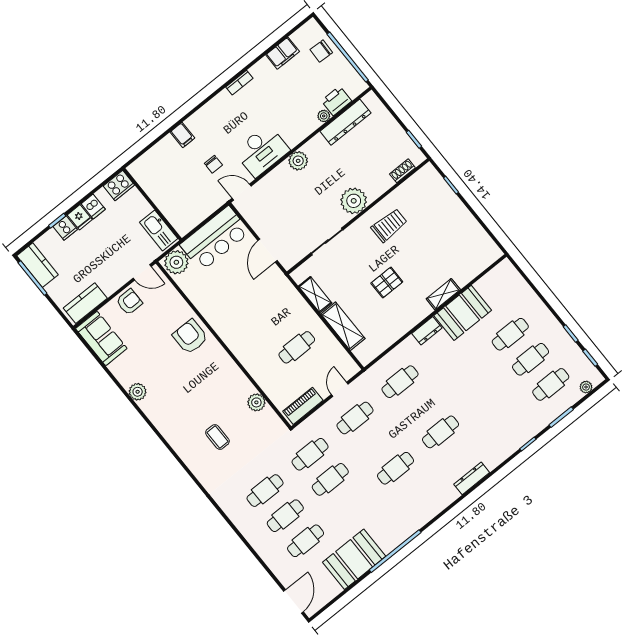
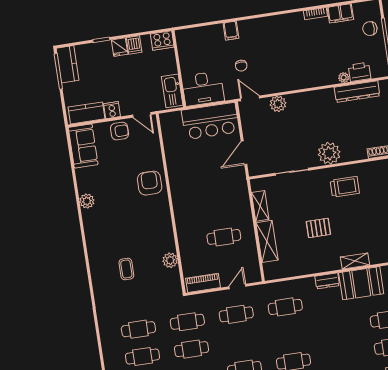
bookcase: (239, 83) -> (315, 14), moved
desk: (262, 151) -> (203, 89), moved
plant: (298, 161) -> (278, 104), moved
cooker: (65, 228) -> (112, 110), moved, turned 180
plant: (176, 262) -> (172, 122), removed

